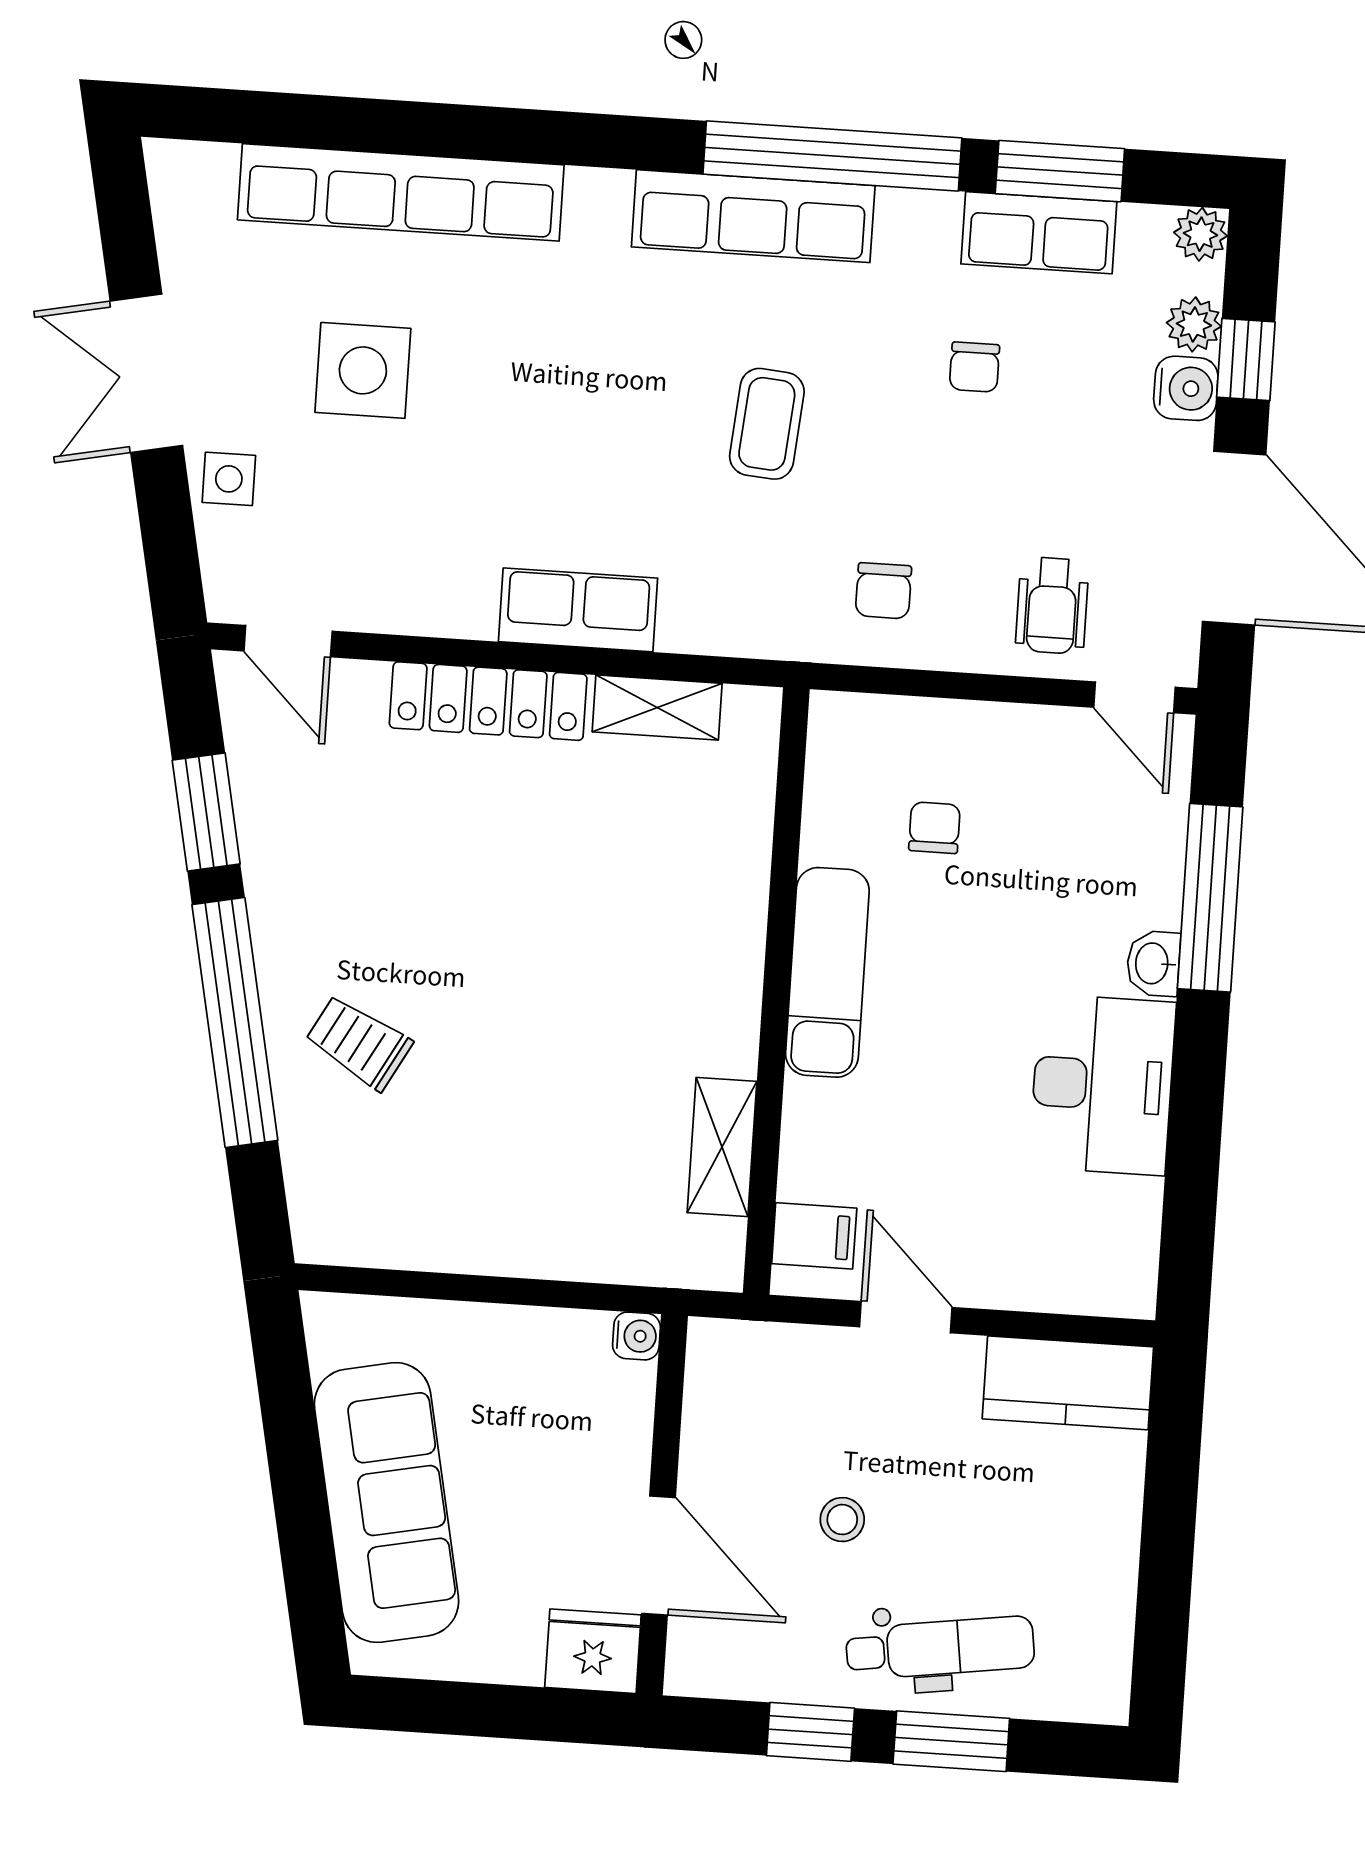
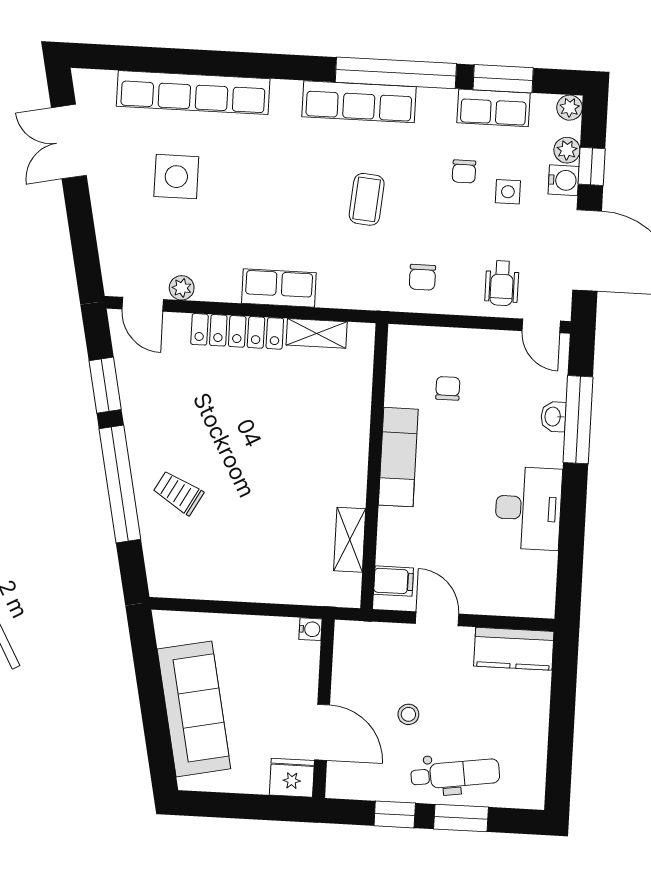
double door: (146, 373) -> (69, 142), moved
side table: (229, 479) -> (508, 192), moved
plant: (371, 607) -> (182, 288), added
washbasin: (1153, 963) -> (553, 417), moved

